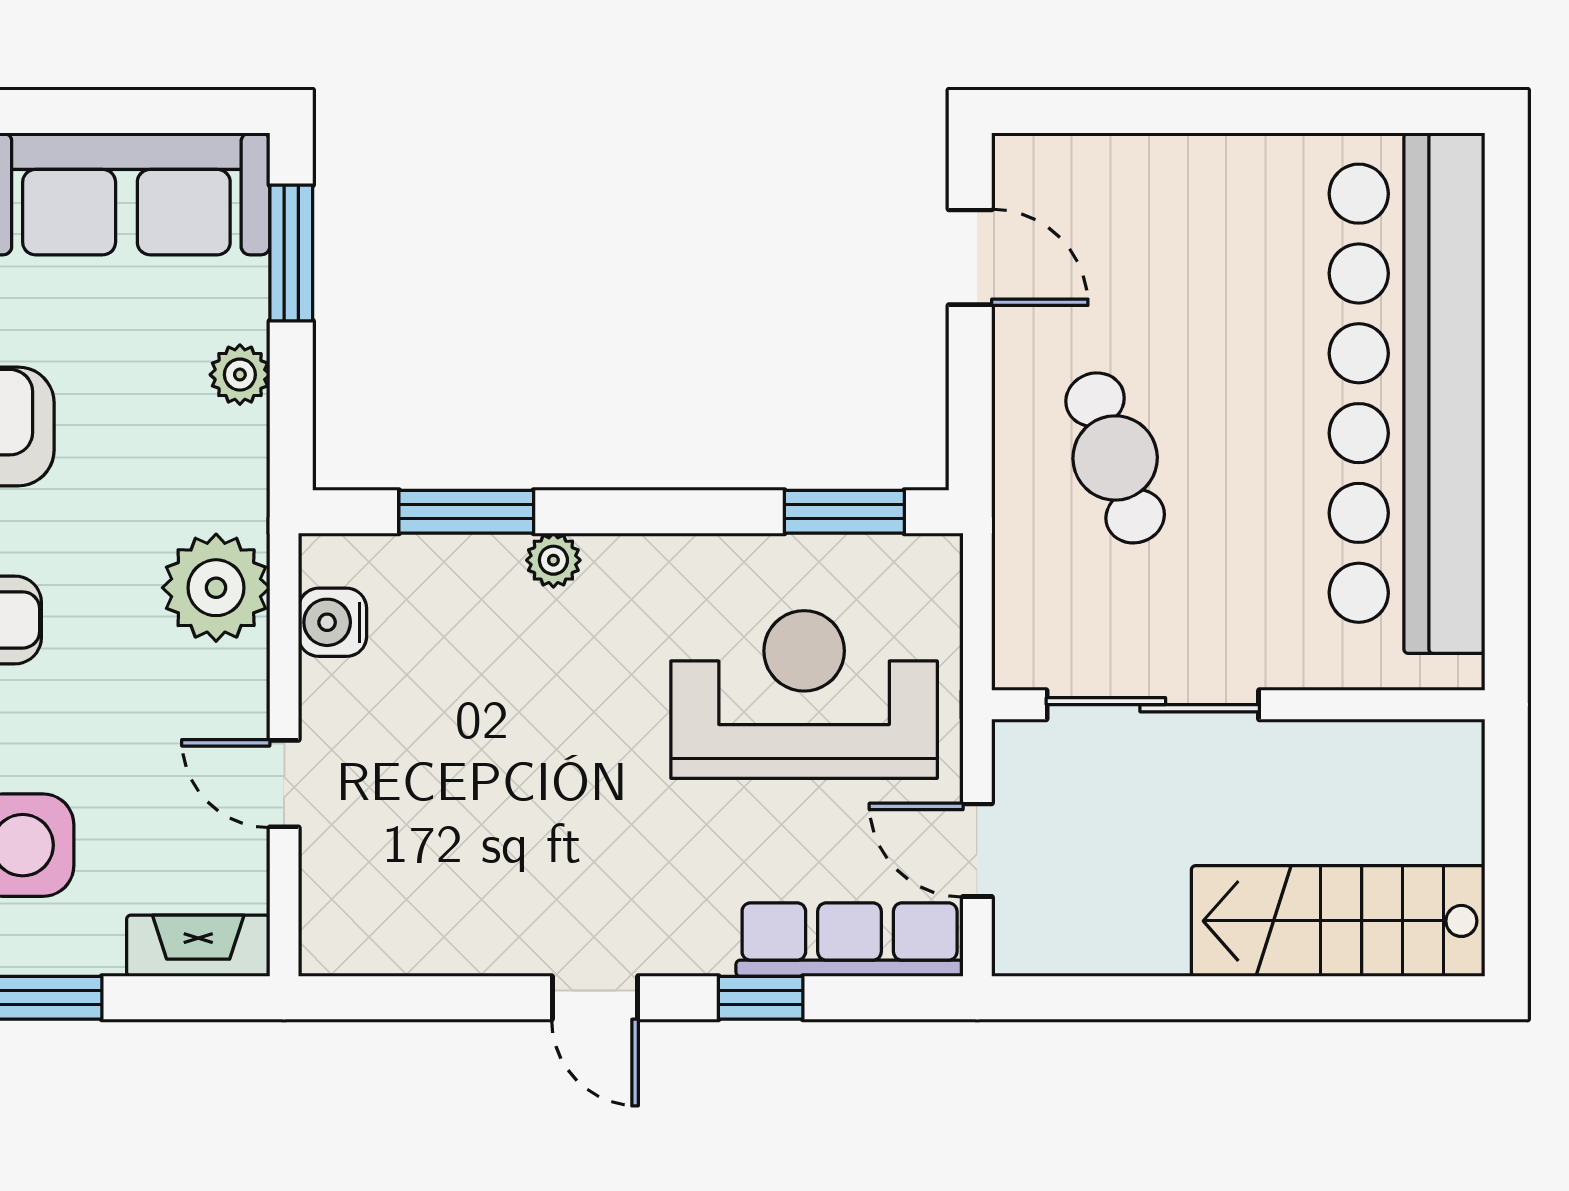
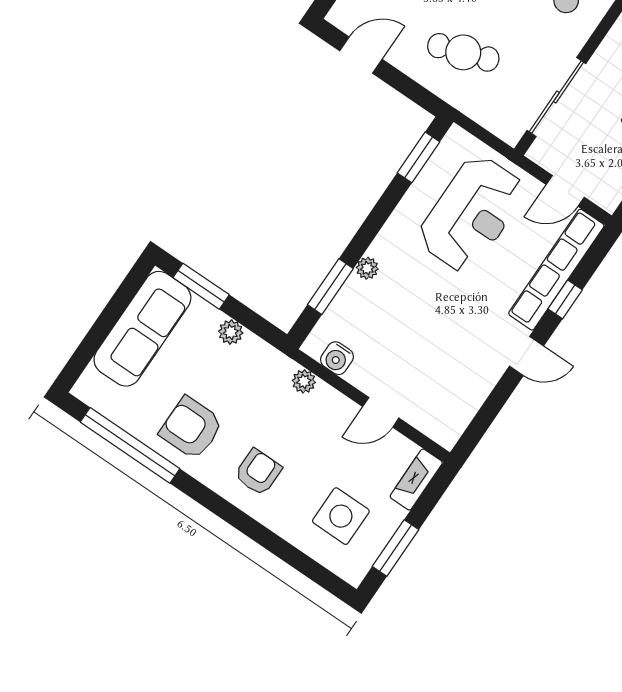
plant: (216, 588) -> (304, 381), width x0.53, depth x0.53
reception desk: (804, 694) -> (472, 214), turned 180
row of seats: (850, 940) -> (556, 270), width x1.36

